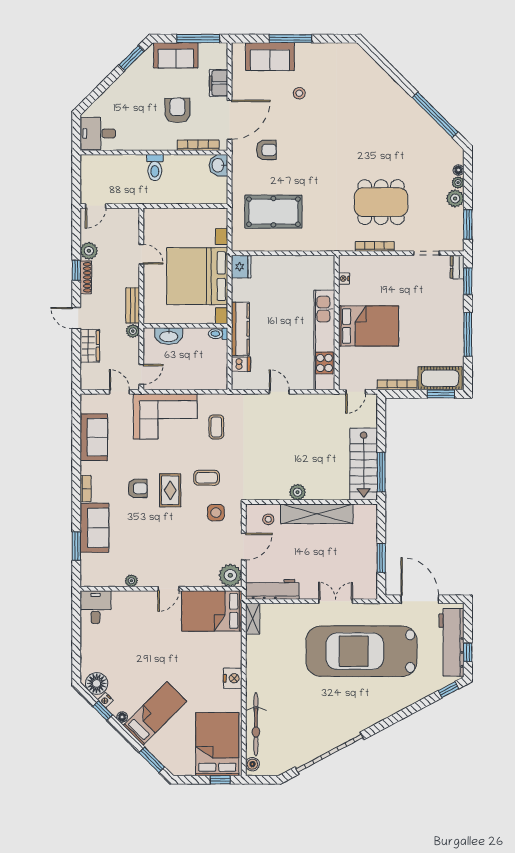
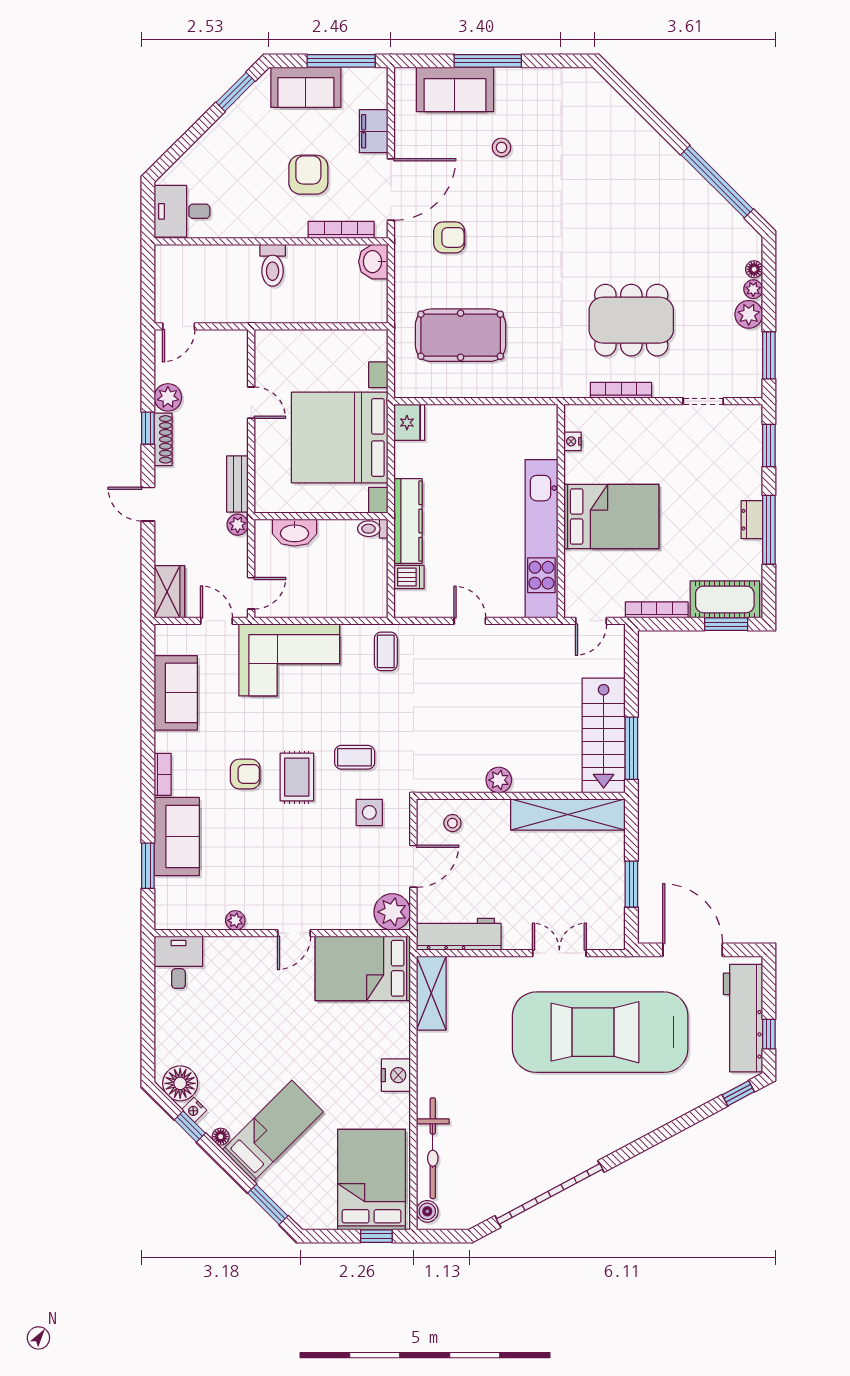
dresser: (457, 267) -> (752, 520), moved
wardrobe: (90, 346) -> (169, 592), moved
coffee table: (216, 427) -> (386, 651), moved
shelving: (317, 514) -> (568, 814), moved
shelving: (253, 619) -> (431, 993), width x1.50, depth x1.33

